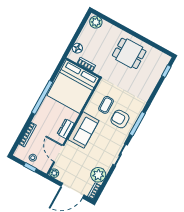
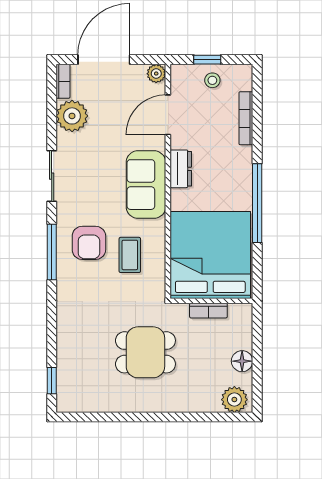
floor lamp: (77, 48) -> (242, 361), moved
dining table: (129, 53) -> (145, 352), moved
armchair: (120, 119) -> (89, 243), turned 90
door: (59, 154) -> (168, 115), swing flipped

